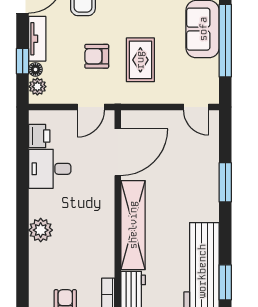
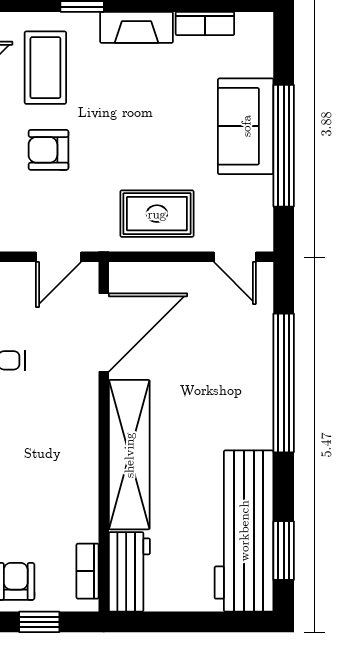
armchair: (97, 56) -> (49, 150), moved
rug: (140, 60) -> (157, 214), moved, turned 90
window: (225, 182) -> (284, 383), width x2.11

